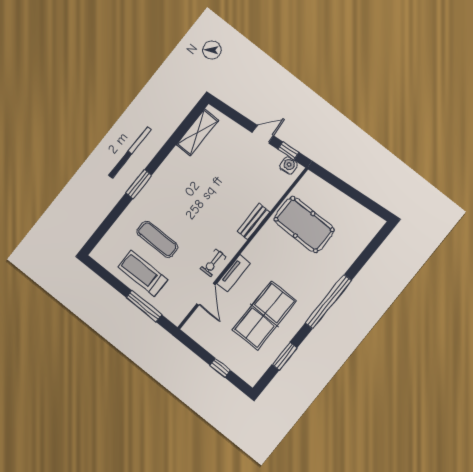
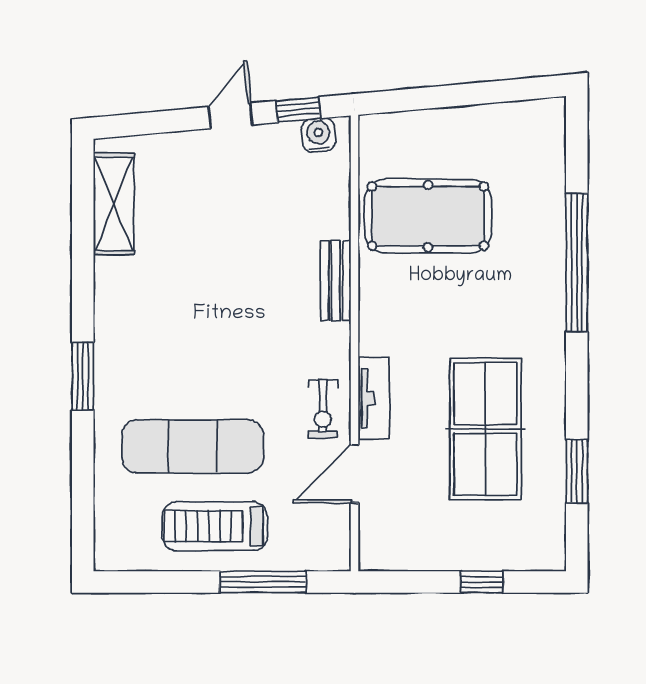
exercise mat: (157, 239) -> (193, 446), width x1.36, depth x1.45
door: (206, 294) -> (354, 474), swing flipped
window: (328, 302) -> (577, 262), moved

